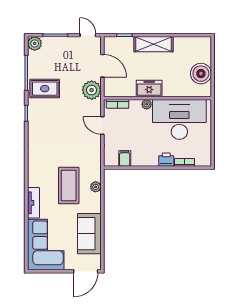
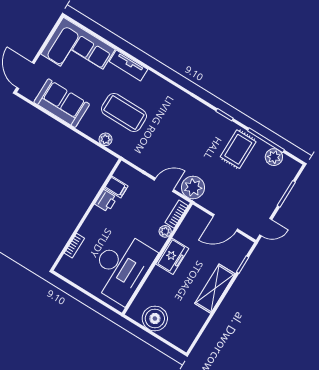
plant: (35, 43) -> (274, 157), moved
plant: (92, 90) -> (193, 187), moved
plant: (147, 104) -> (165, 231), moved
printer: (166, 160) -> (106, 201), moved

